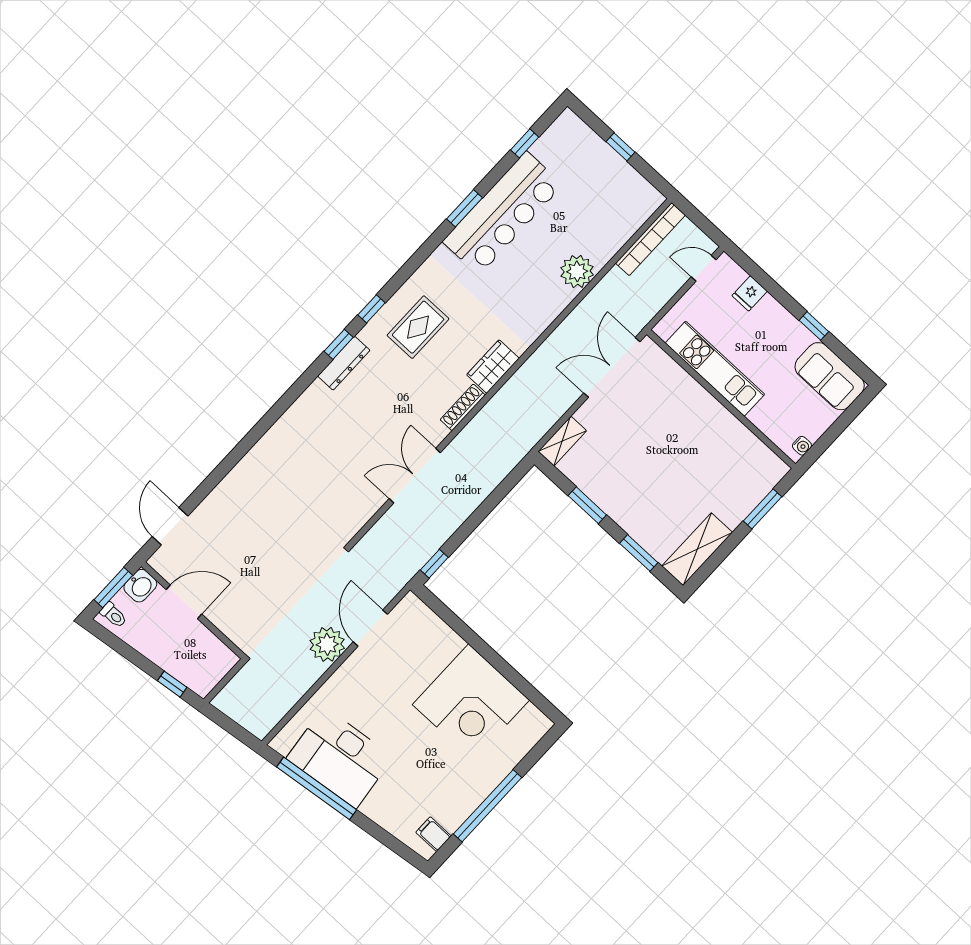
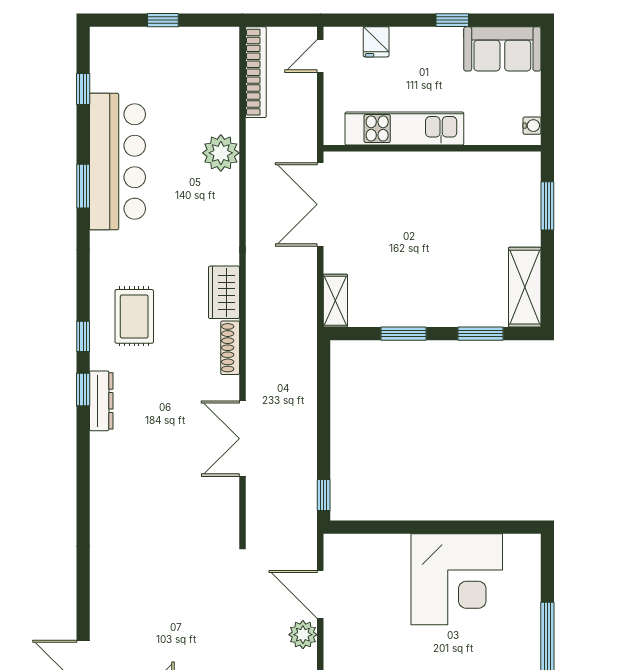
plant: (327, 644) -> (303, 635), width x0.73, depth x0.73

